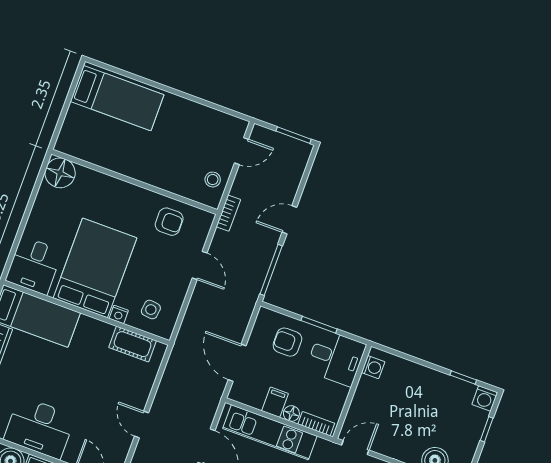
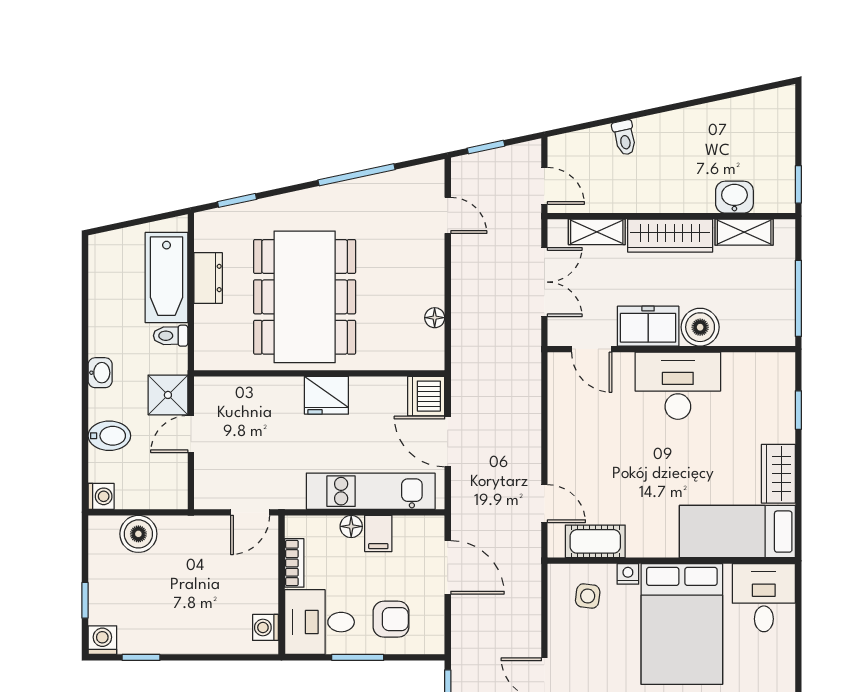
bookcase: (316, 424) -> (294, 563), moved, turned -90
door: (141, 425) -> (544, 504), moved

